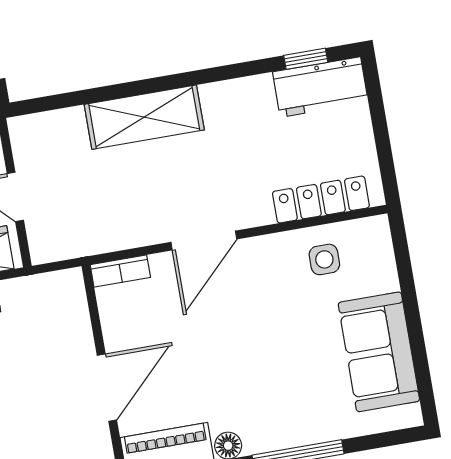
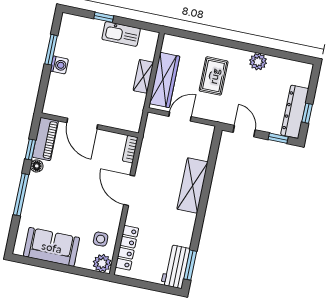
window: (306, 59) -> (190, 265), width x1.50
plant: (372, 237) -> (102, 263), added

